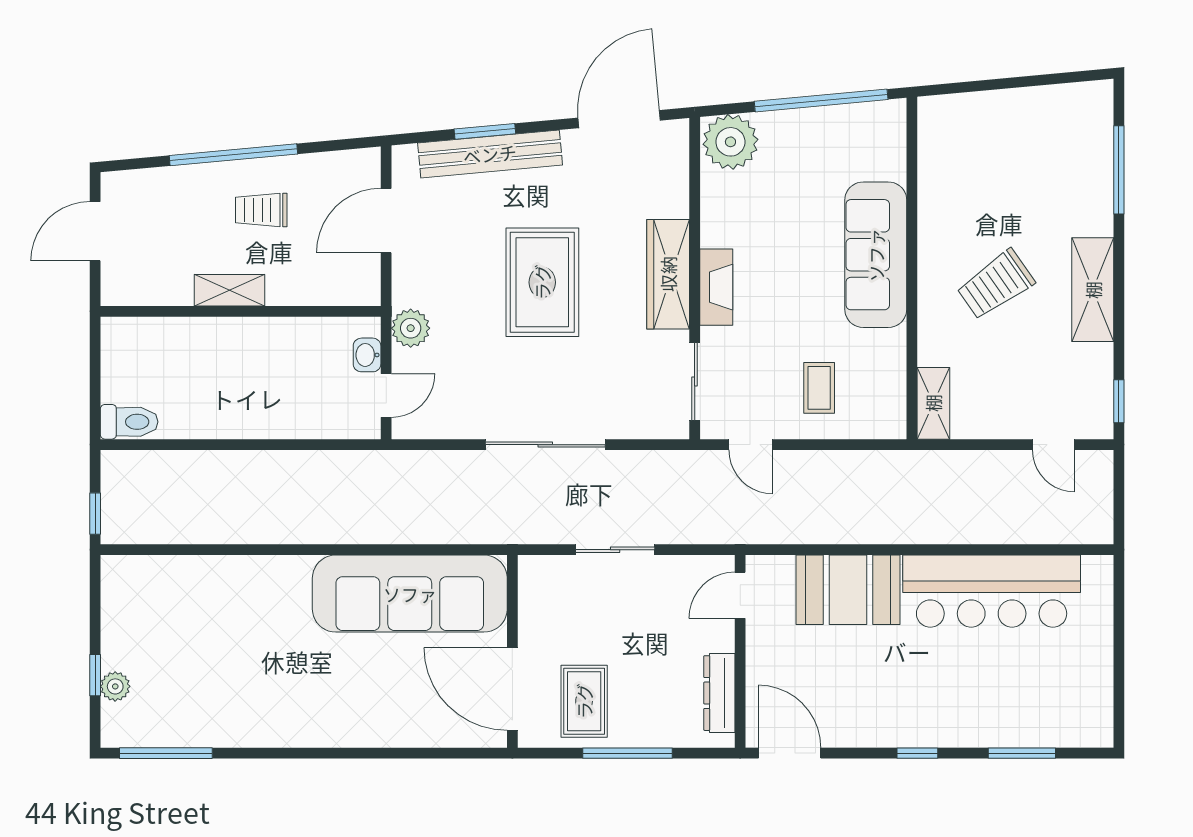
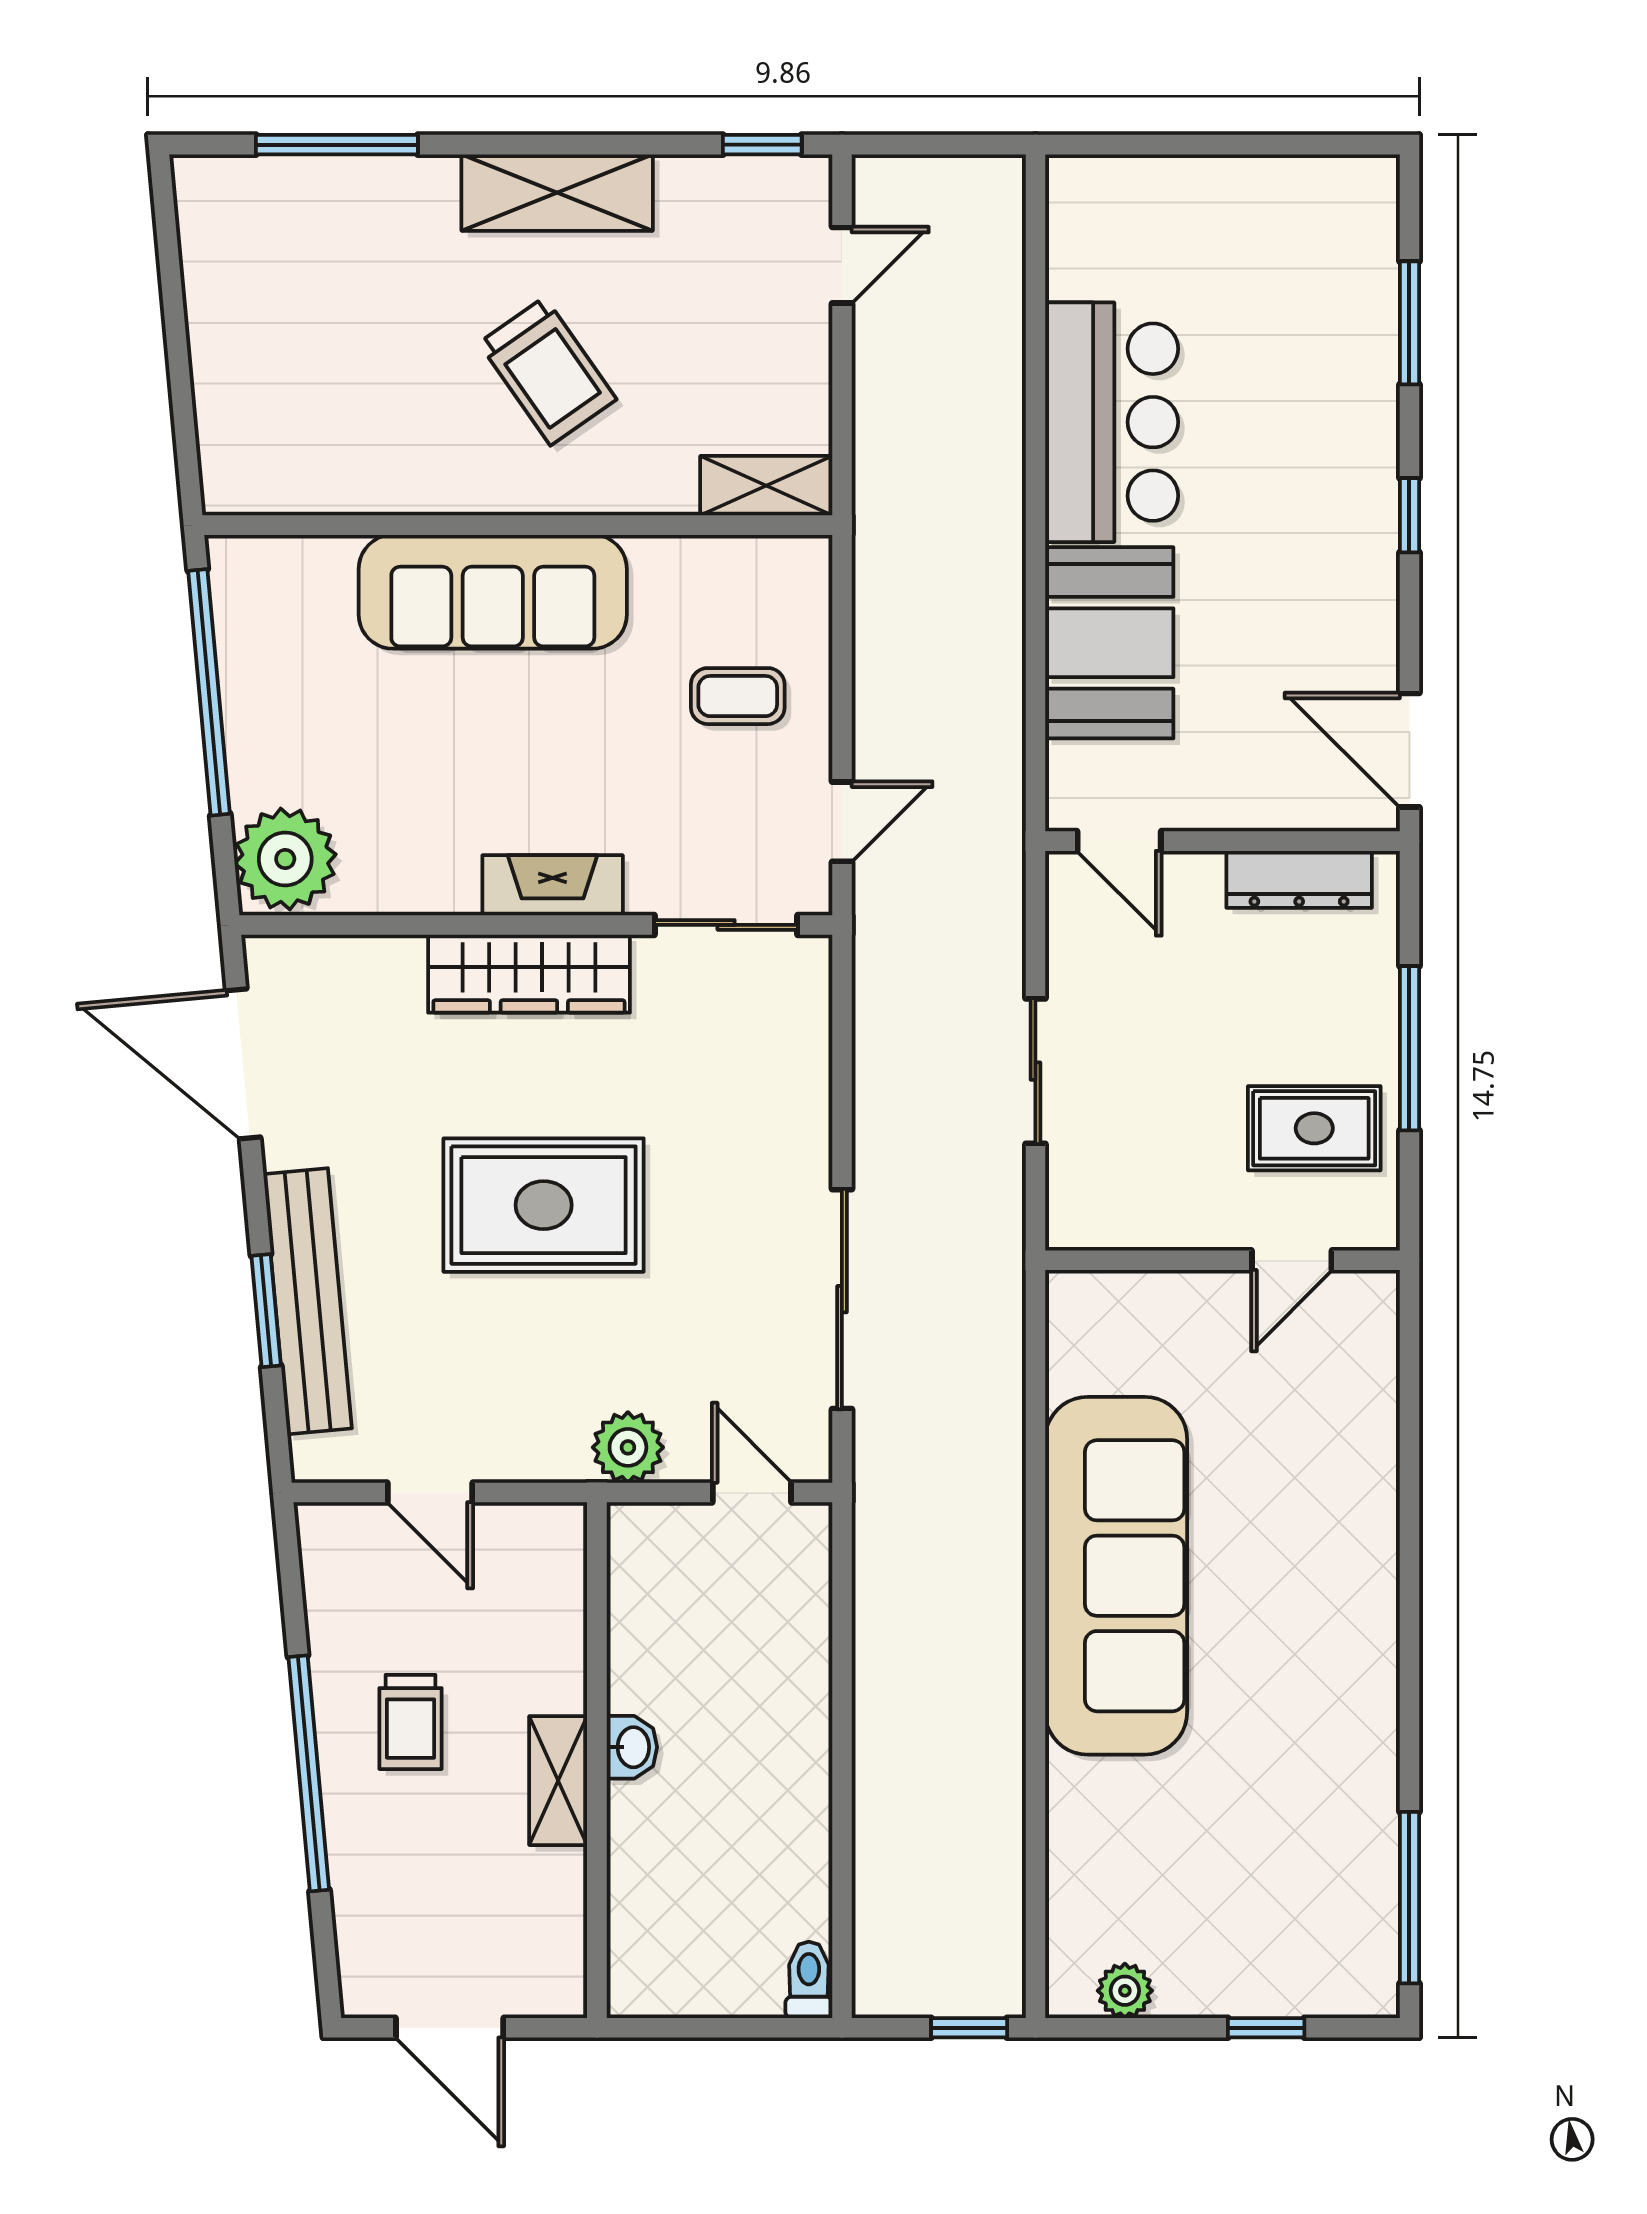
door: (386, 221) -> (430, 1492), width x0.73
washbasin: (367, 355) -> (632, 1747), moved, turned -90
toilet: (129, 422) -> (809, 1980), width x0.73, depth x0.72
sliding door: (545, 445) -> (842, 1299), moved
bar counter: (992, 591) -> (1112, 422), width x0.73
sofa: (410, 594) -> (1116, 1576), moved
plant: (115, 686) -> (1125, 1991), moved
door: (512, 689) -> (1292, 1260), width x0.53
door: (790, 753) -> (1409, 750), hinge flipped

